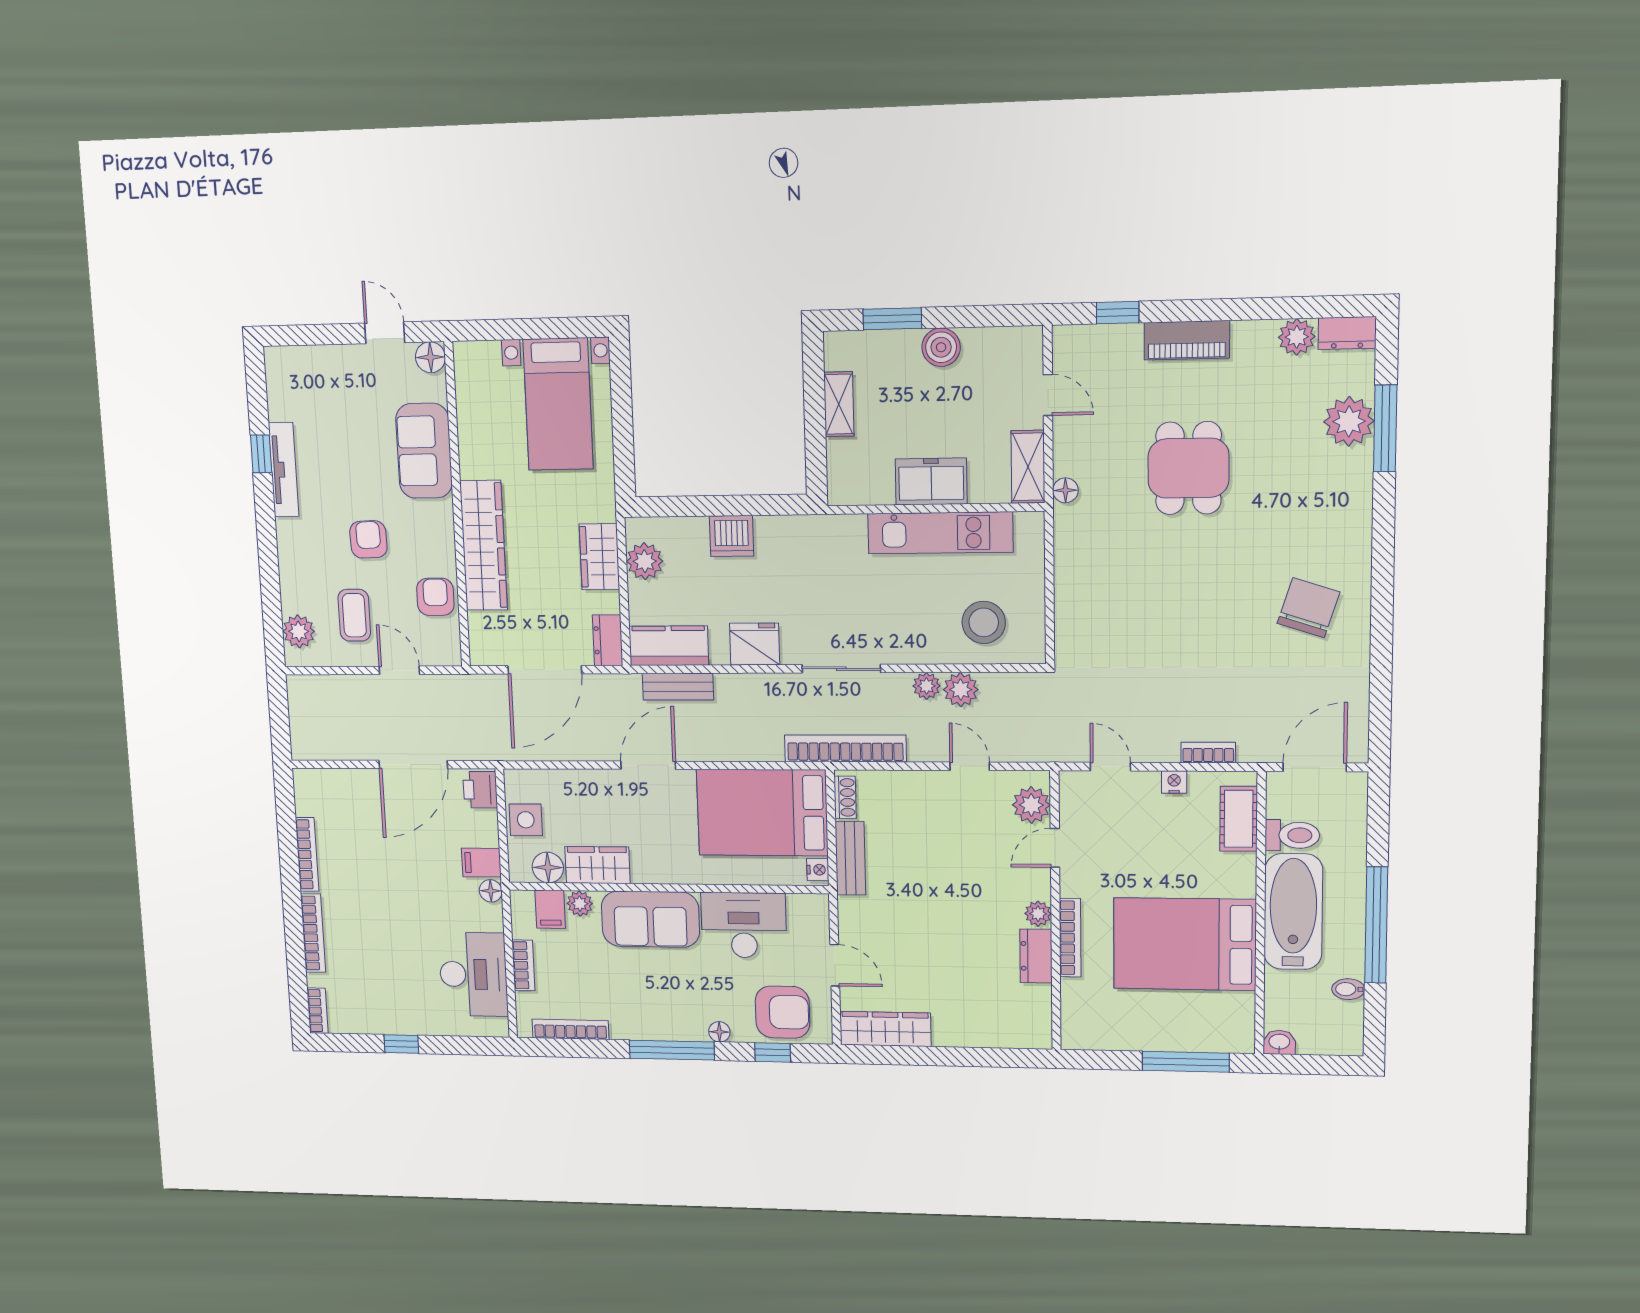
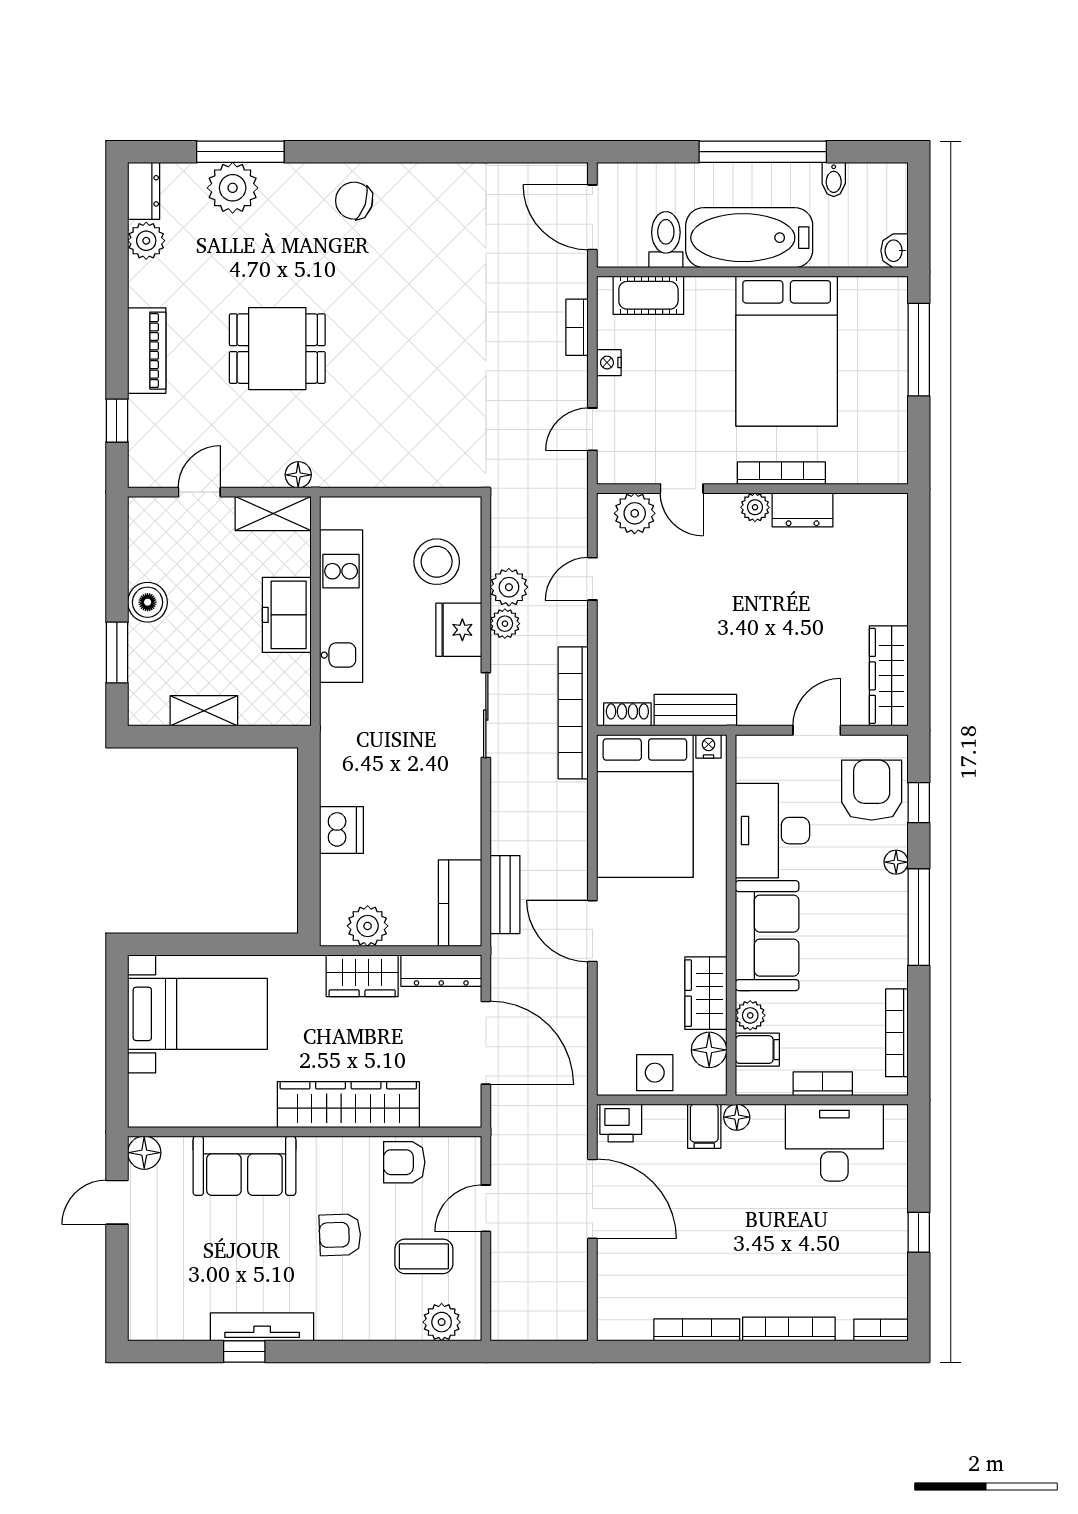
chair: (1308, 608) -> (354, 201), moved, width x0.73, depth x0.73
dresser: (608, 640) -> (441, 971), width x1.44
fridge: (755, 644) -> (459, 630), moved

